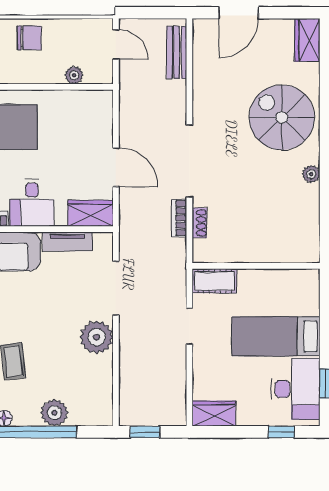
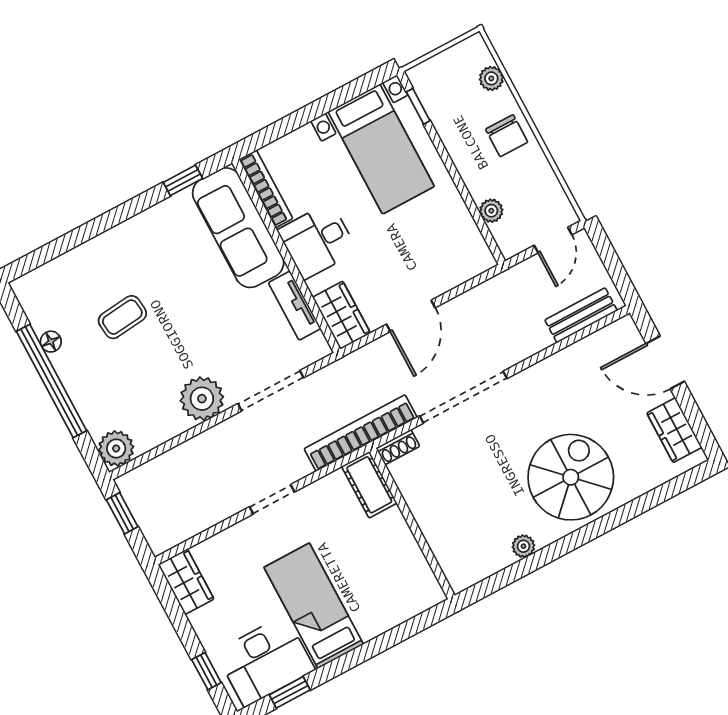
wardrobe: (307, 40) -> (674, 430), moved, turned -90
bookcase: (179, 218) -> (361, 433), width x2.31, depth x1.31
wall: (256, 266) -> (412, 524), moved
cot: (215, 281) -> (369, 485), moved
plant: (54, 413) -> (116, 448), moved

